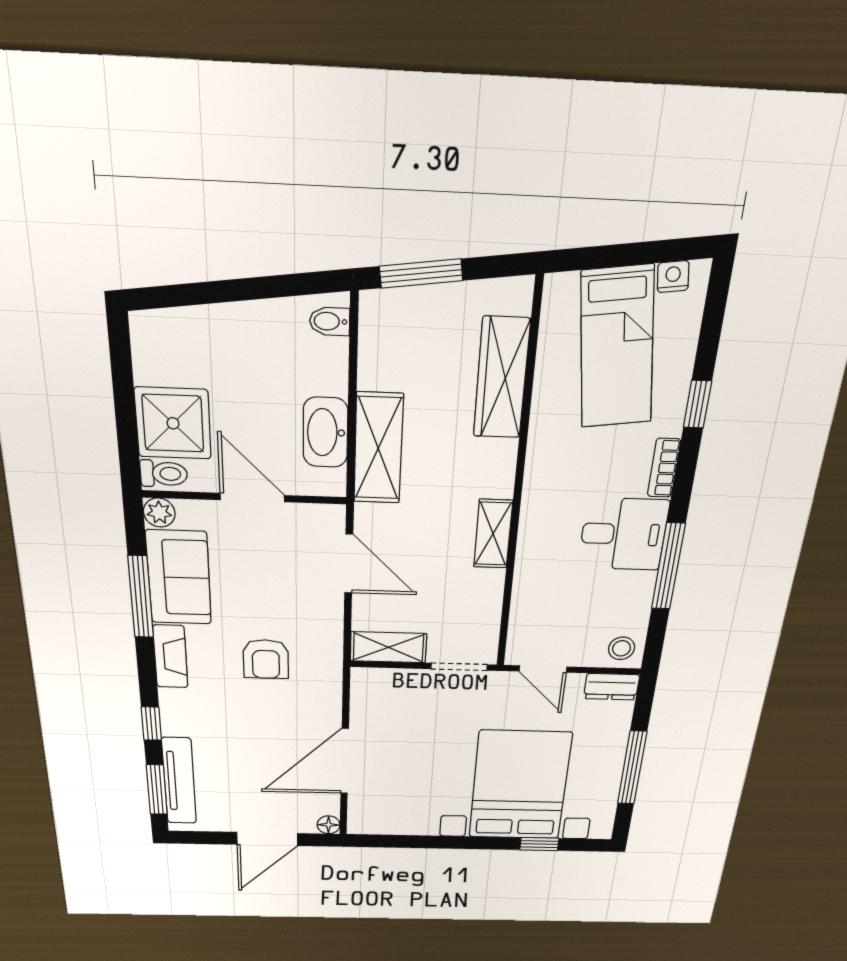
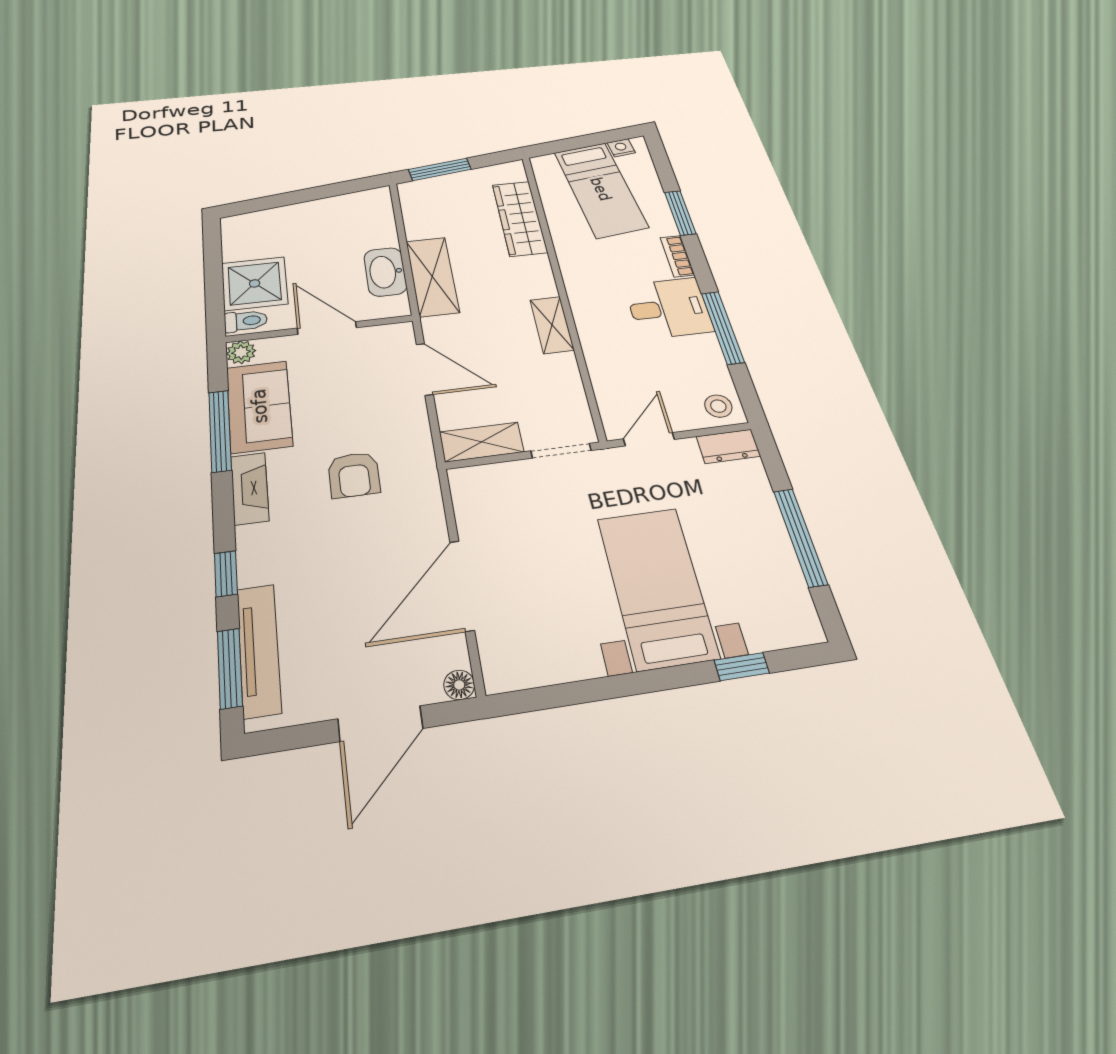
bidet: (330, 321) -> (377, 203), removed
window: (697, 404) -> (680, 213), width x1.50
door: (543, 669) -> (649, 439), swing flipped
bed with nightstands: (520, 786) -> (657, 587), width x0.73

